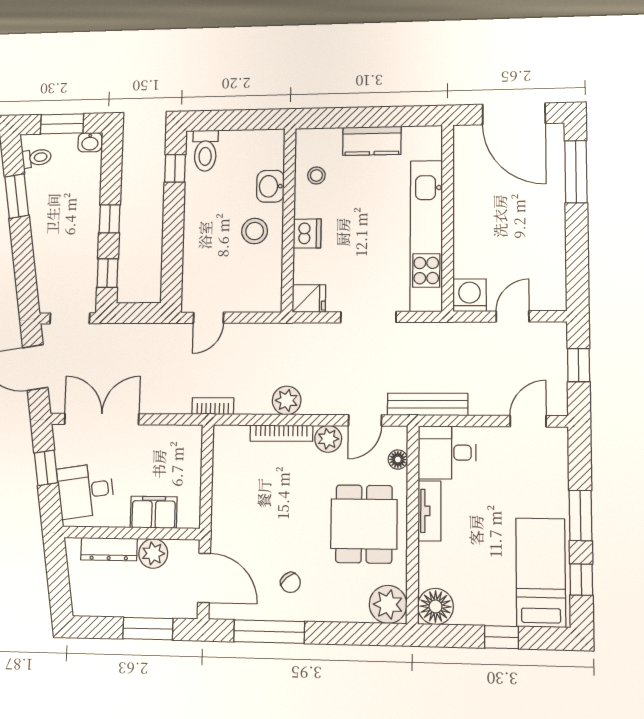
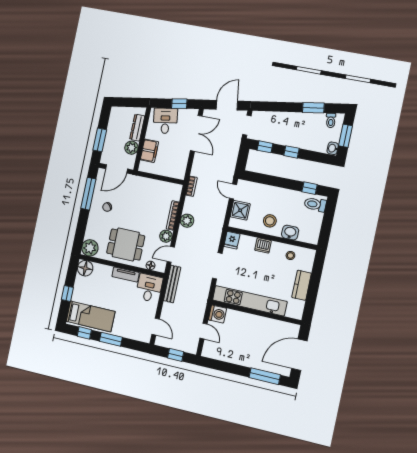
shower: (244, 295) -> (240, 210), added
door: (365, 420) -> (171, 254), hinge flipped

